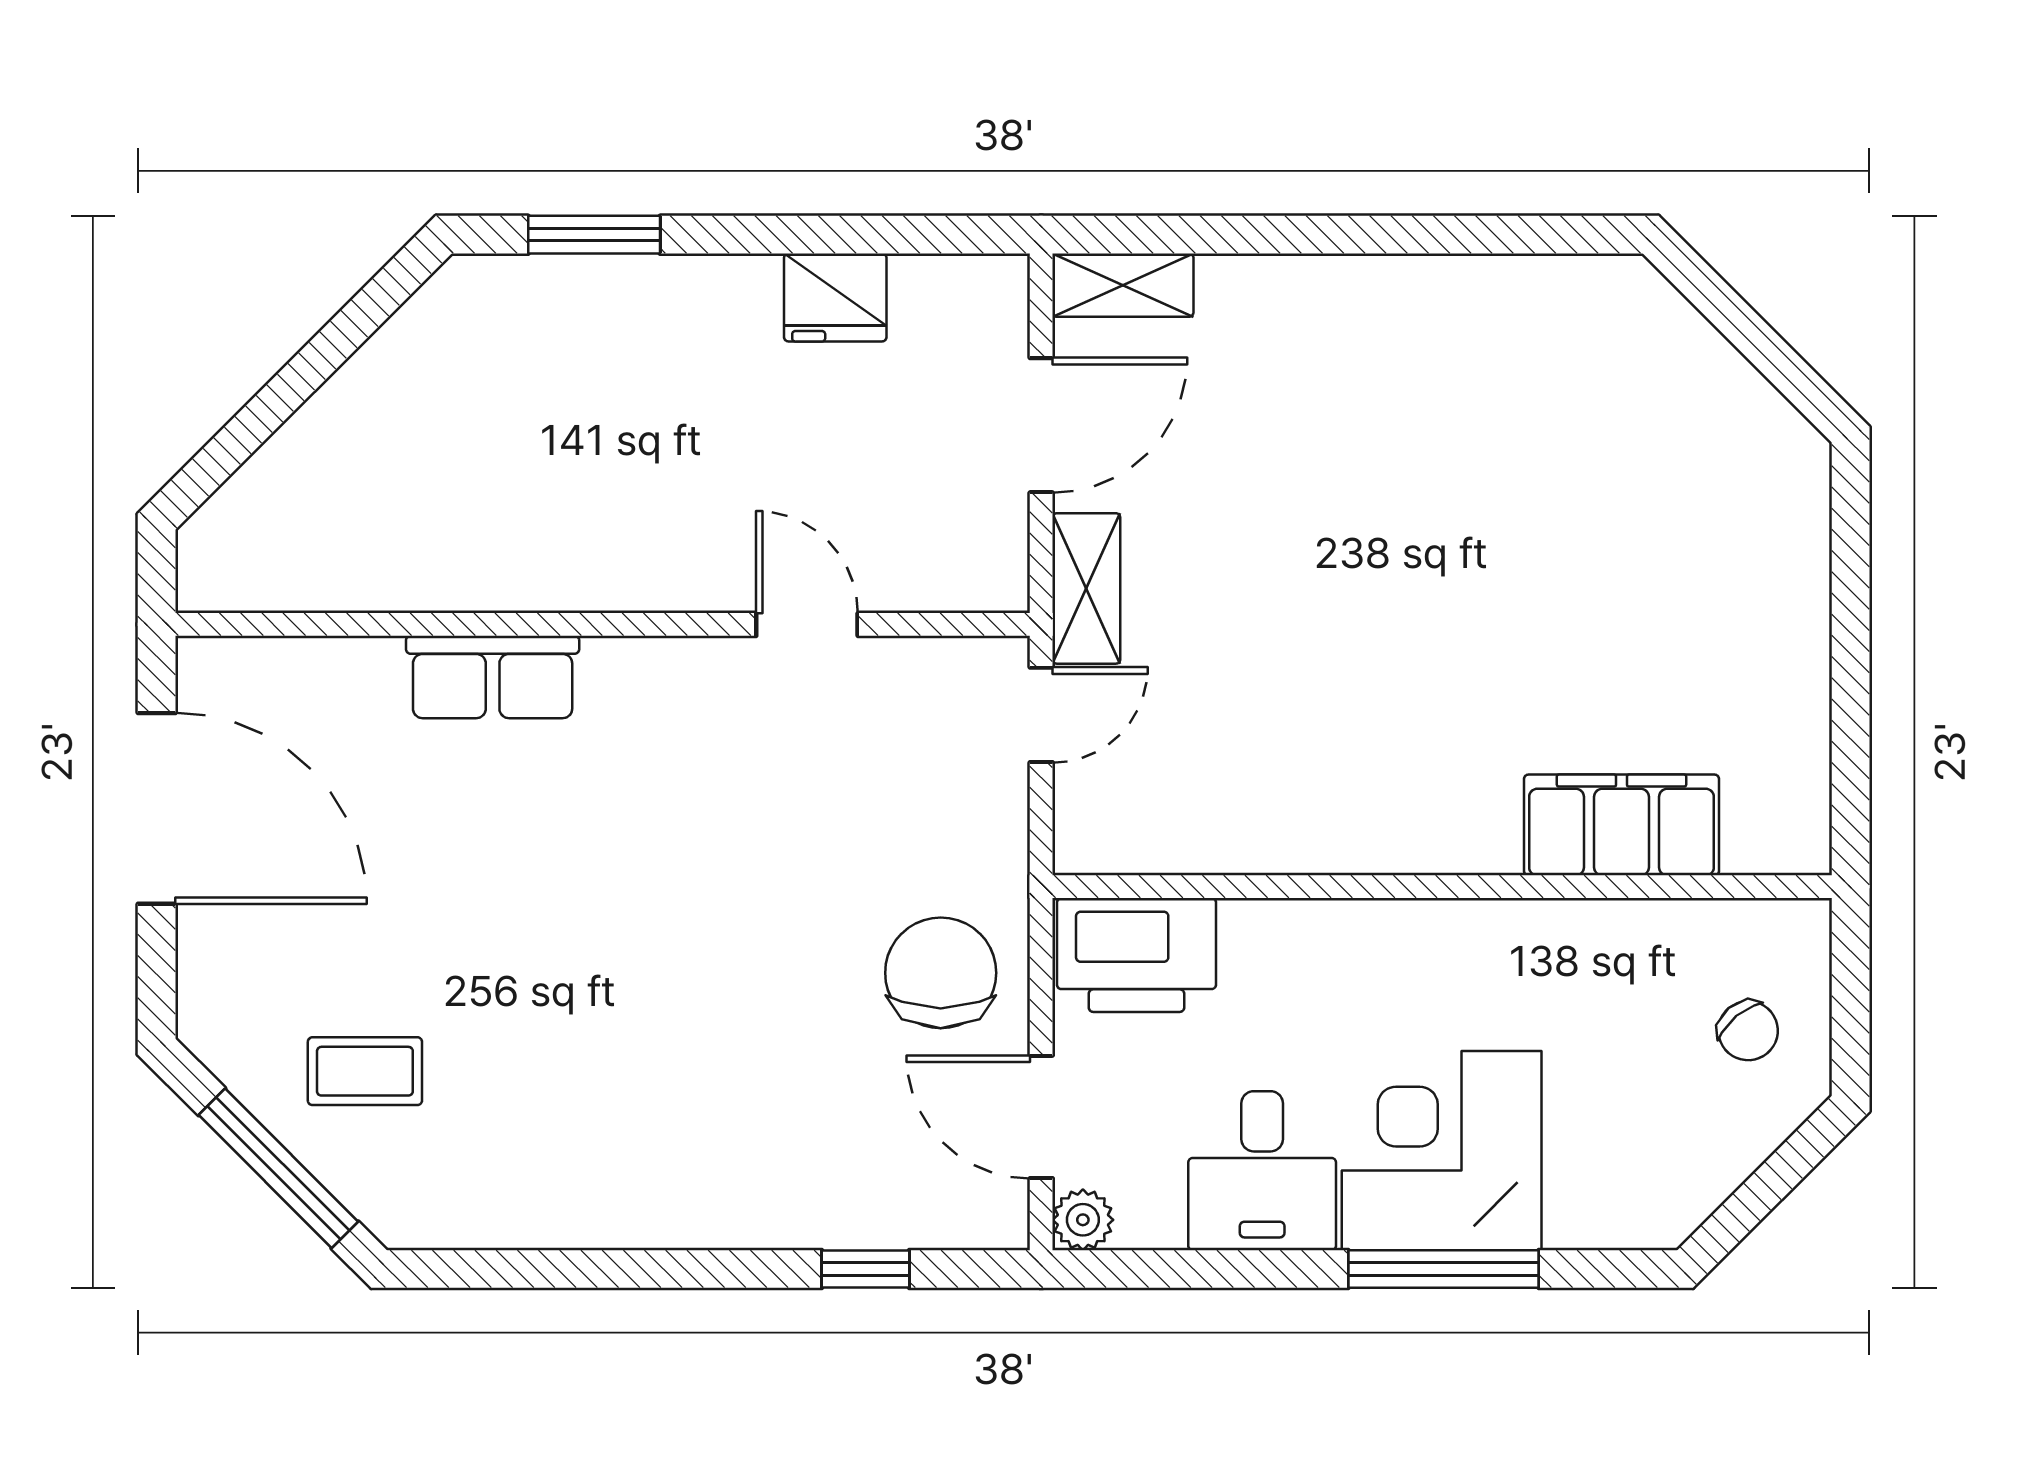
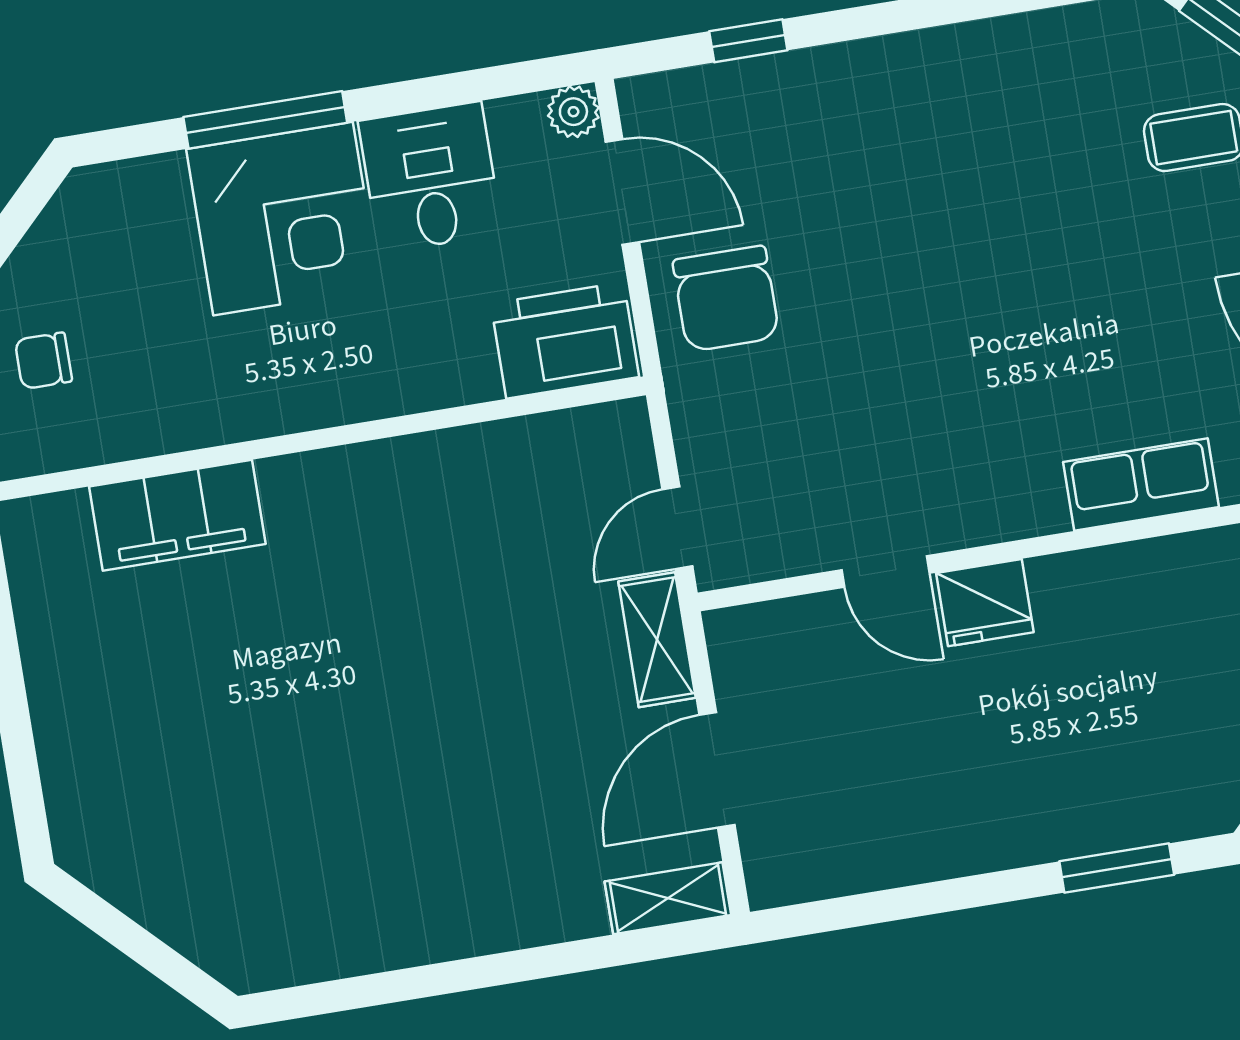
fridge: (835, 297) -> (985, 603), moved, turned 180
chair: (1748, 1031) -> (43, 361), turned -50

